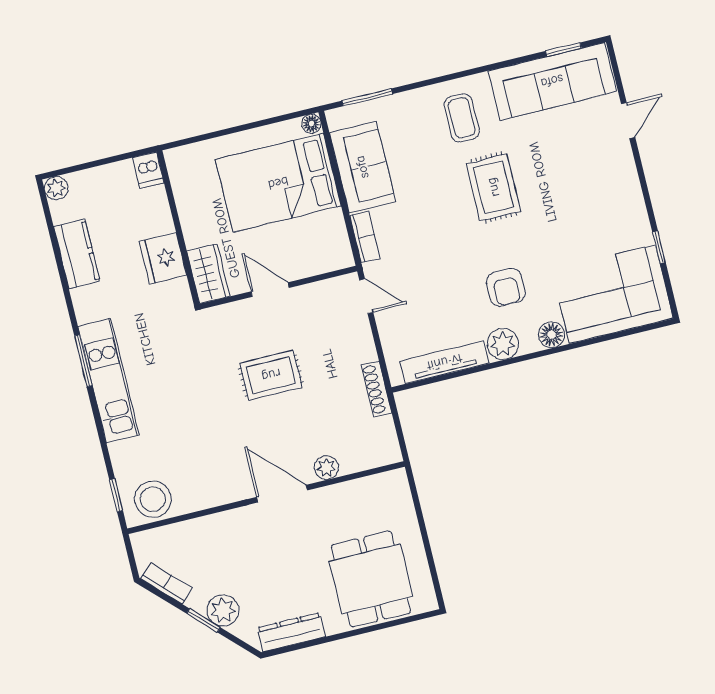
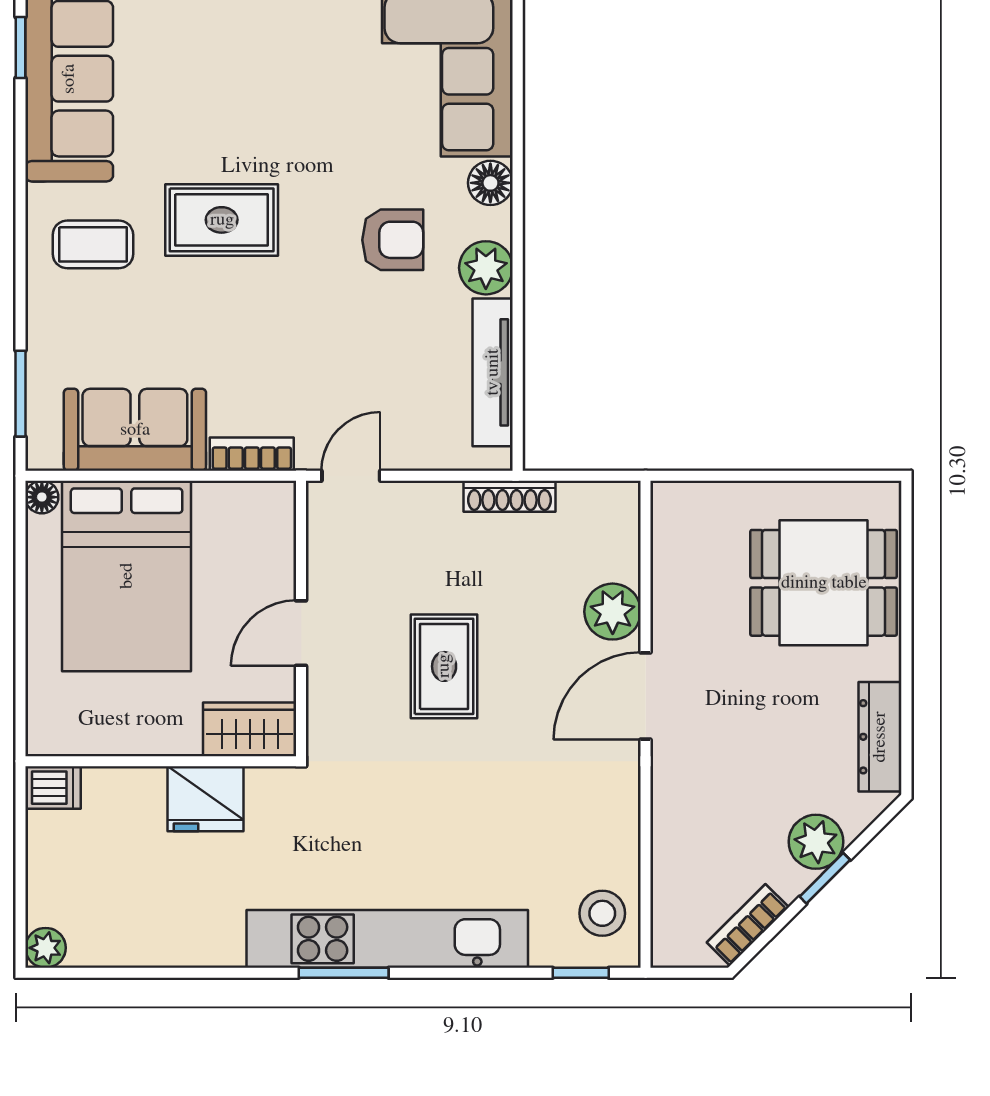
kitchen counter: (77, 254) -> (163, 940), removed
kitchen unit: (109, 381) -> (387, 939), width x1.36
plant: (326, 468) -> (613, 612), width x1.38, depth x1.38
stool: (153, 499) -> (602, 913), width x0.73, depth x0.73

